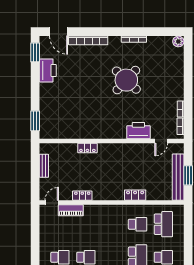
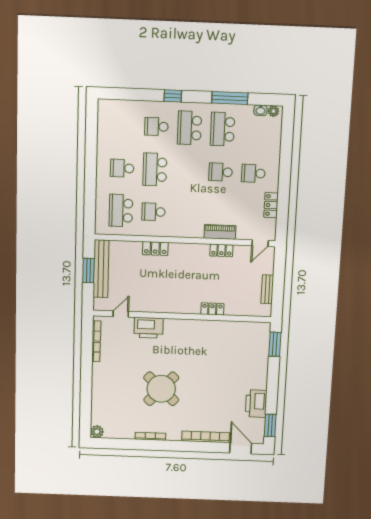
piano: (71, 210) -> (220, 232), moved
locker: (45, 233) -> (271, 205), added

